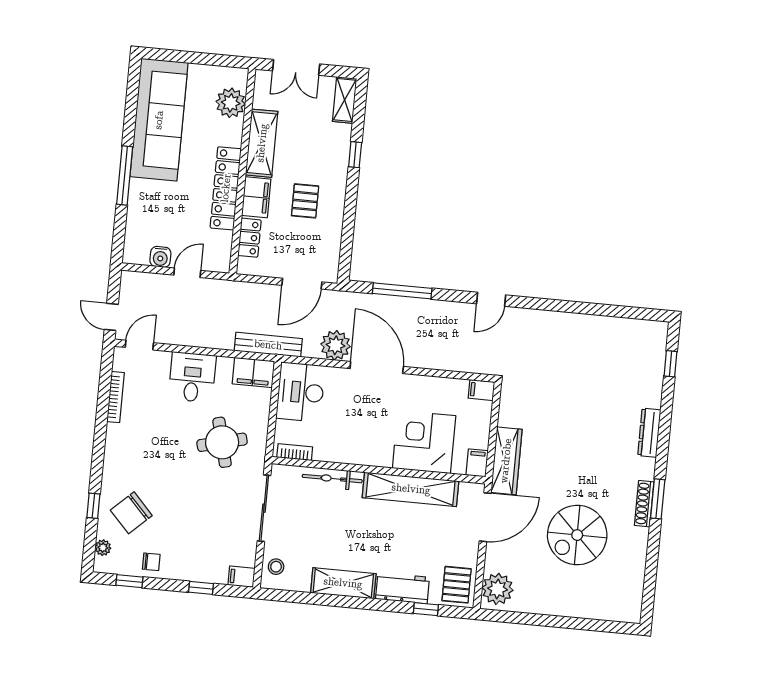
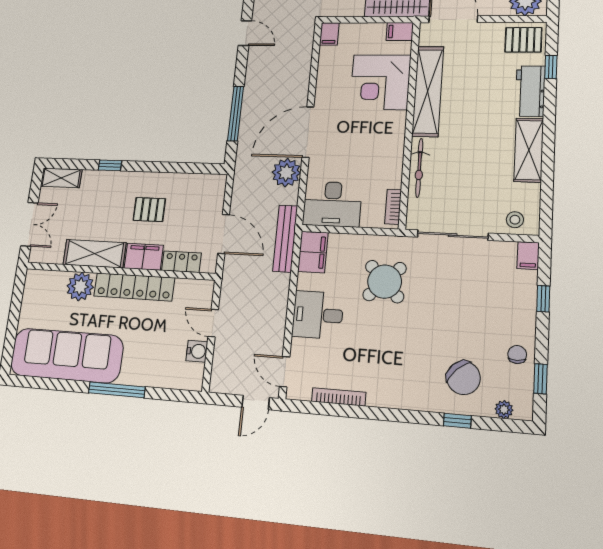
plant: (231, 103) -> (80, 287), moved
door: (302, 284) -> (224, 234), moved
round table: (222, 442) -> (385, 282), turned -30

